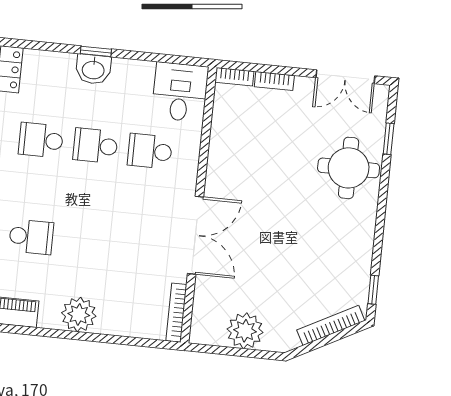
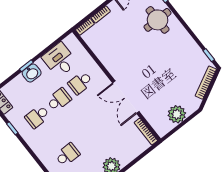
desk: (180, 92) -> (60, 60), moved
school desk: (95, 146) -> (59, 100), turned 180
double door: (196, 235) -> (126, 97), swing flipped

